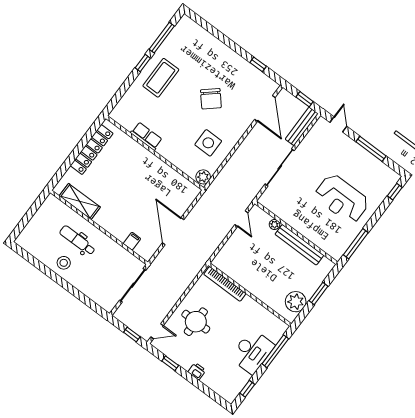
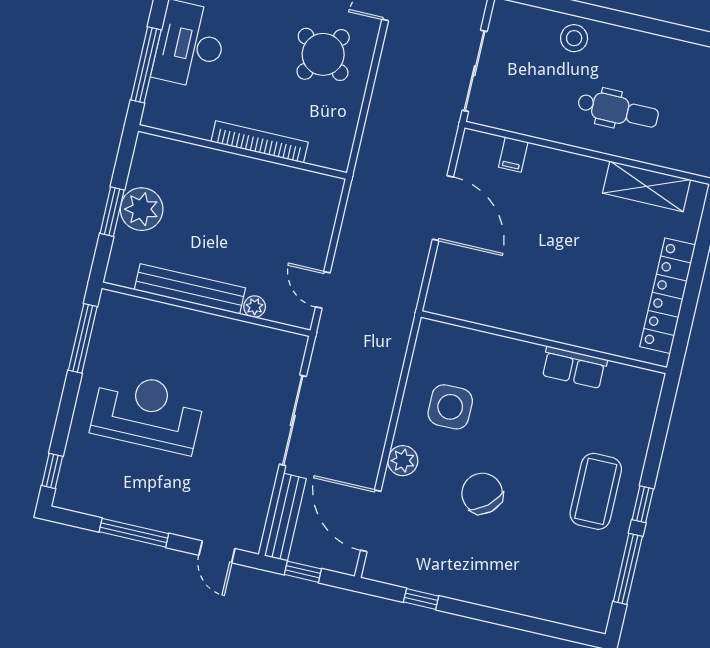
plant: (203, 177) -> (403, 461), moved
stool: (64, 263) -> (574, 38), moved
bookcase: (225, 284) -> (260, 142), moved
plant: (296, 302) -> (142, 209), moved
round table: (196, 322) -> (323, 54), turned 34

